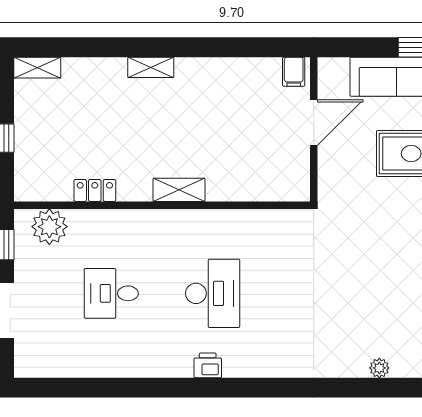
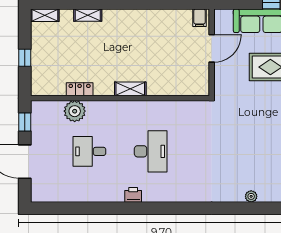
shelving: (151, 67) -> (88, 15), moved
plant: (49, 227) -> (75, 111), moved
printer: (208, 365) -> (133, 195), moved

